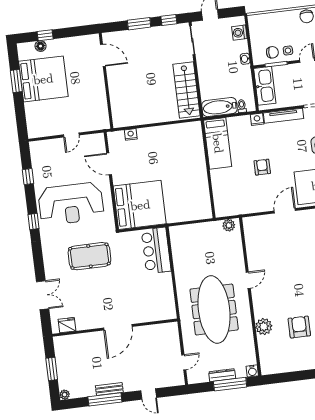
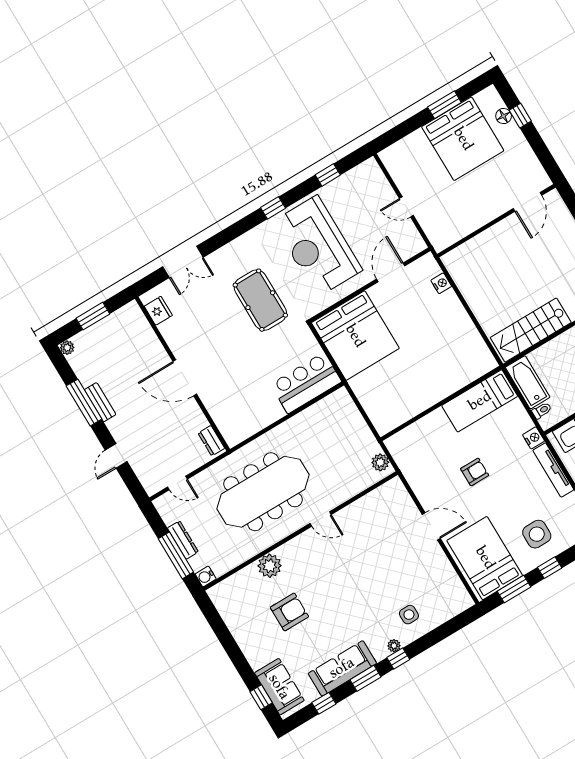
dresser: (166, 328) -> (211, 441), added

